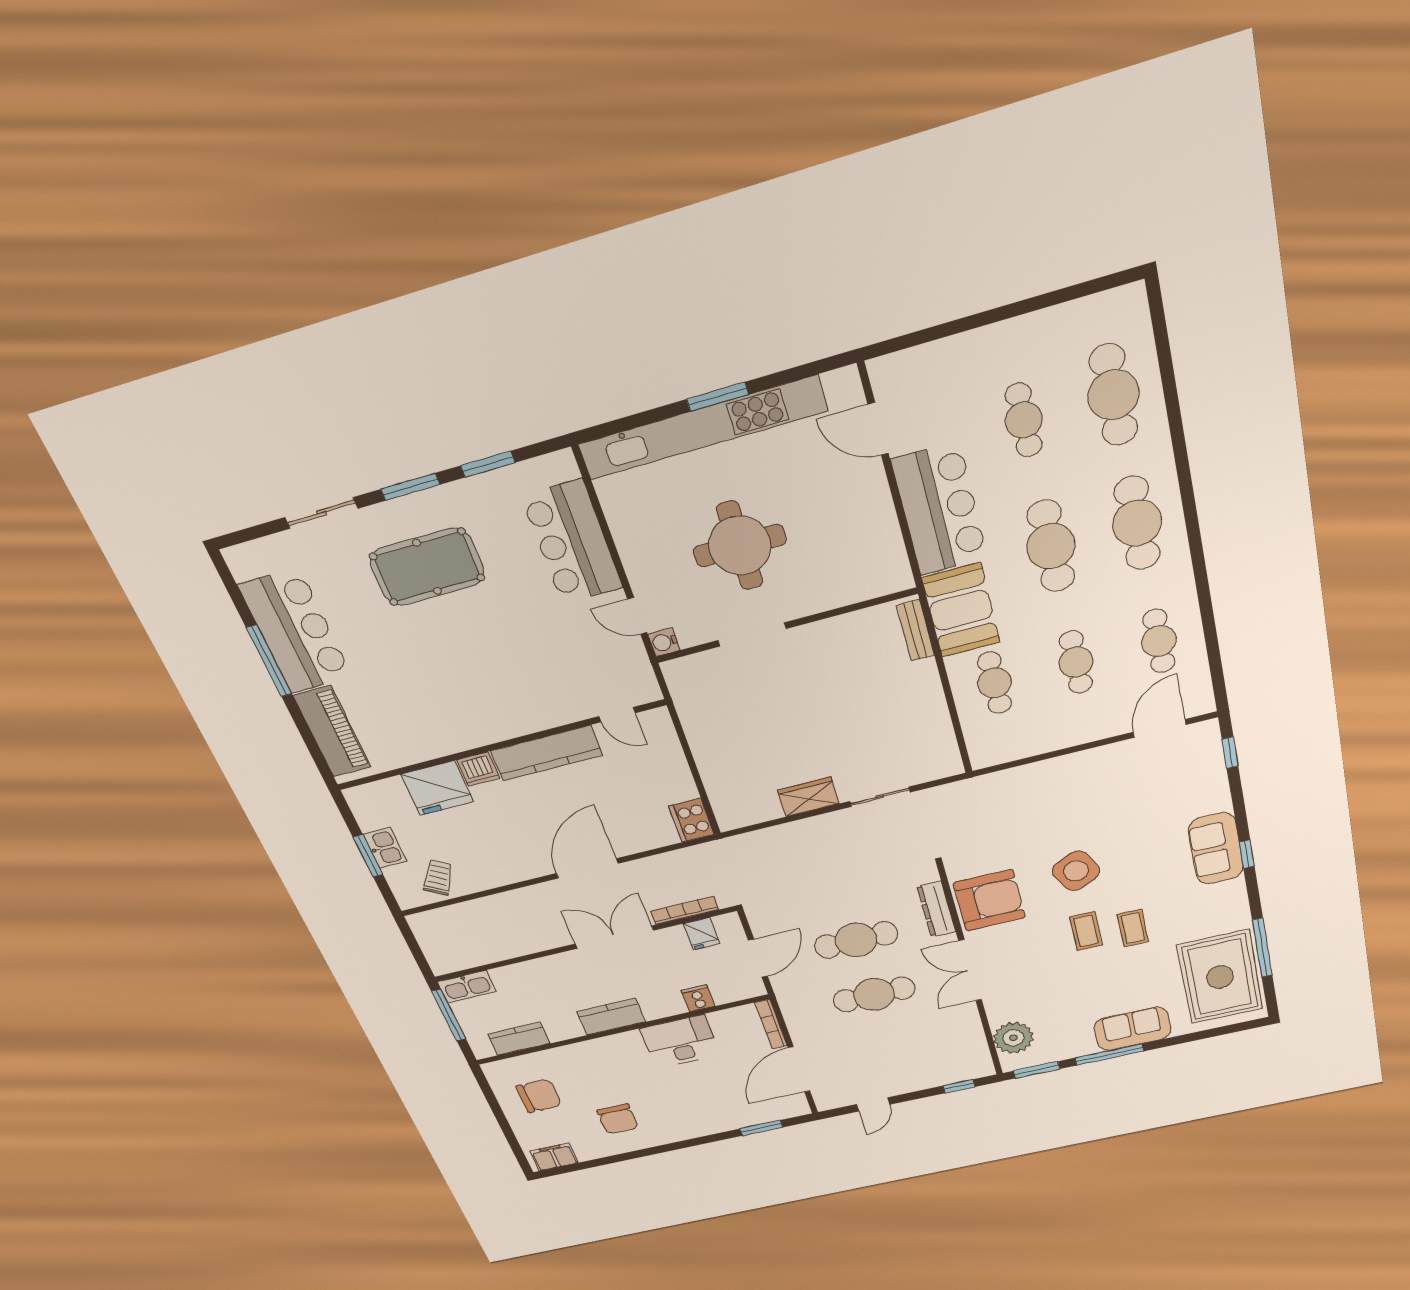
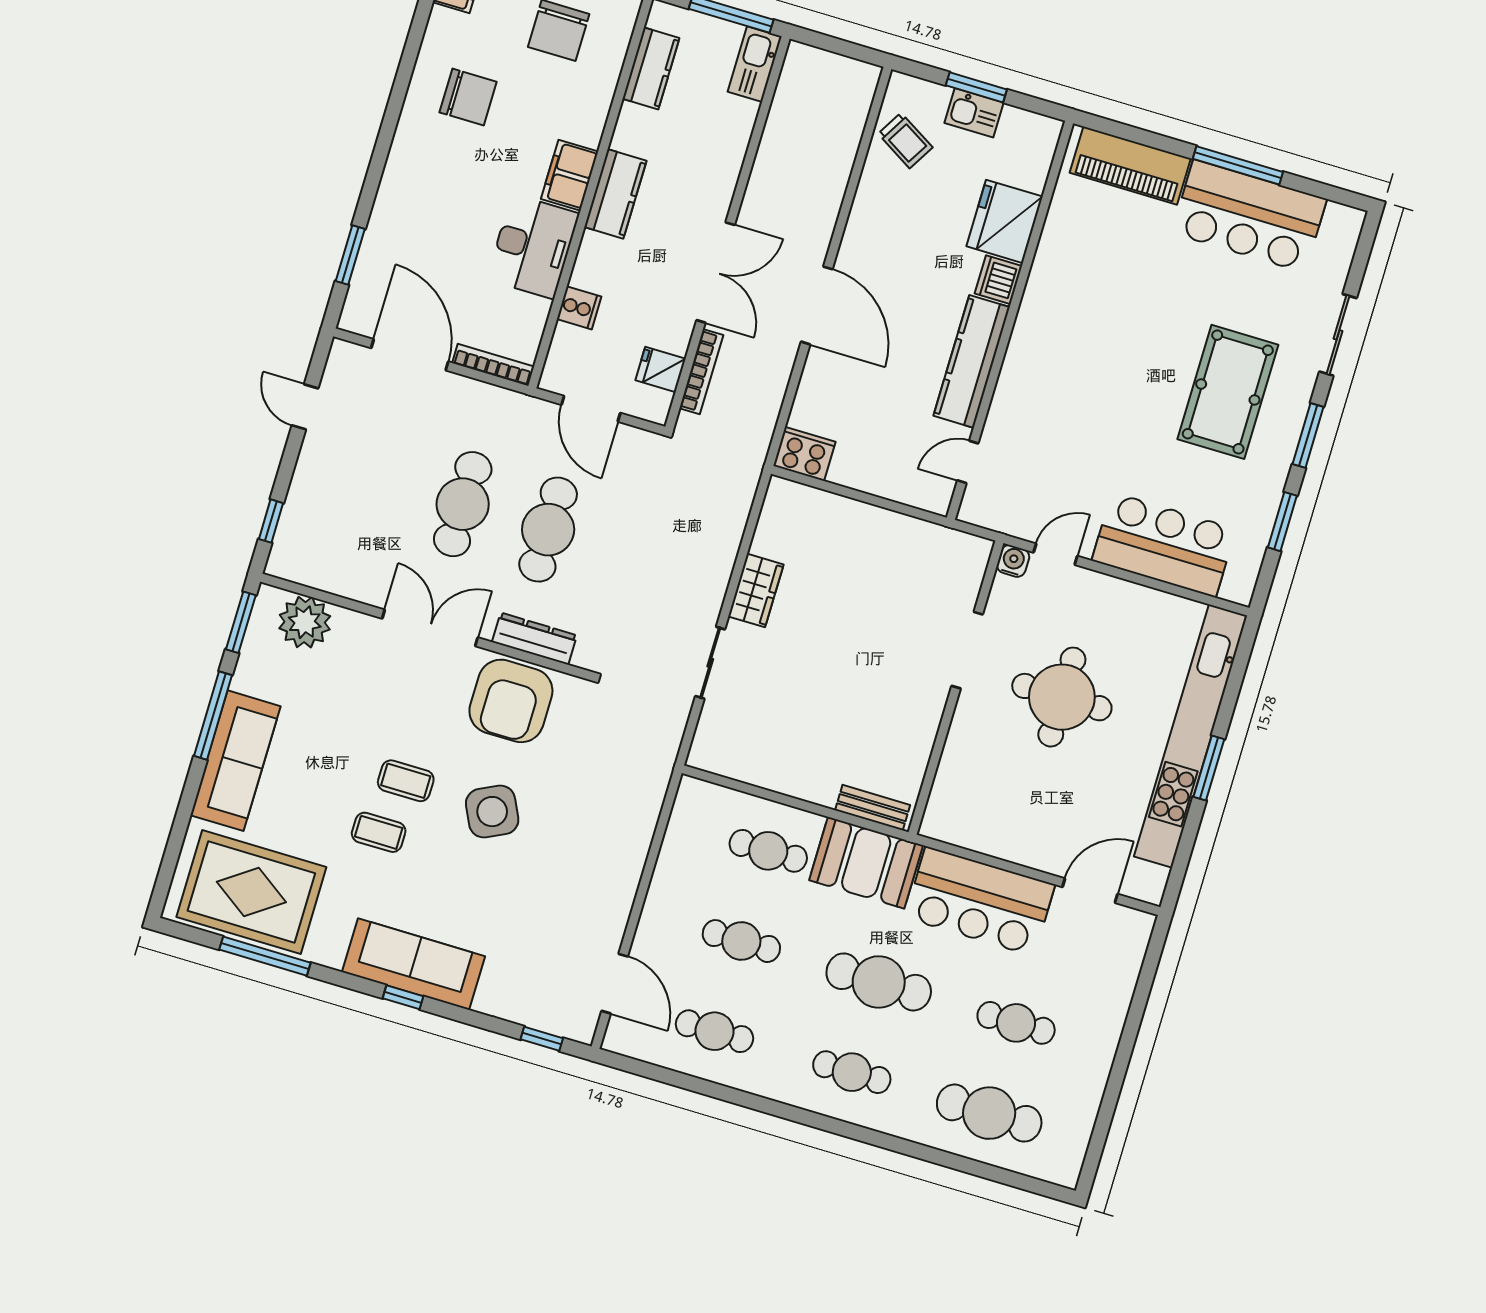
cafe table: (1137, 523) -> (852, 1072), width x0.73, depth x0.74
sofa: (1216, 848) -> (414, 964), width x1.36
sofa: (1132, 1029) -> (235, 761), width x1.36
filing cabinet: (620, 1046) -> (570, 175), added
chair: (618, 1119) -> (468, 97), turned 180

